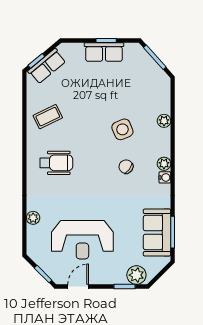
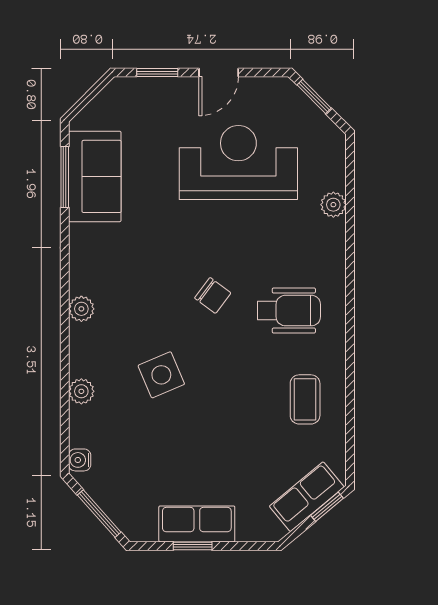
coffee table: (48, 117) -> (305, 399), turned -64
wheelchair: (56, 163) -> (289, 311), turned 180
chair: (126, 167) -> (213, 295), moved
water cooler: (165, 177) -> (80, 460), moved
plant: (136, 275) -> (134, 95), removed
door: (78, 286) -> (219, 73), moved

